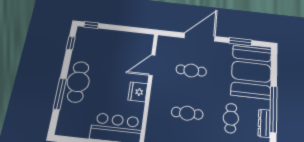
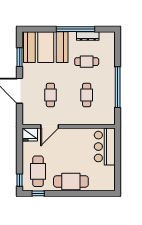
cafe table: (98, 46) -> (38, 171), added
door: (152, 65) -> (50, 126), hinge flipped
fridge: (138, 92) -> (30, 135), moved
window: (60, 94) -> (83, 193), removed

